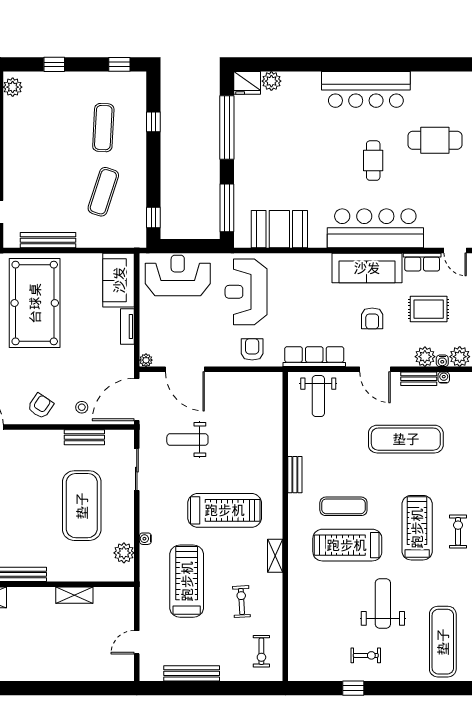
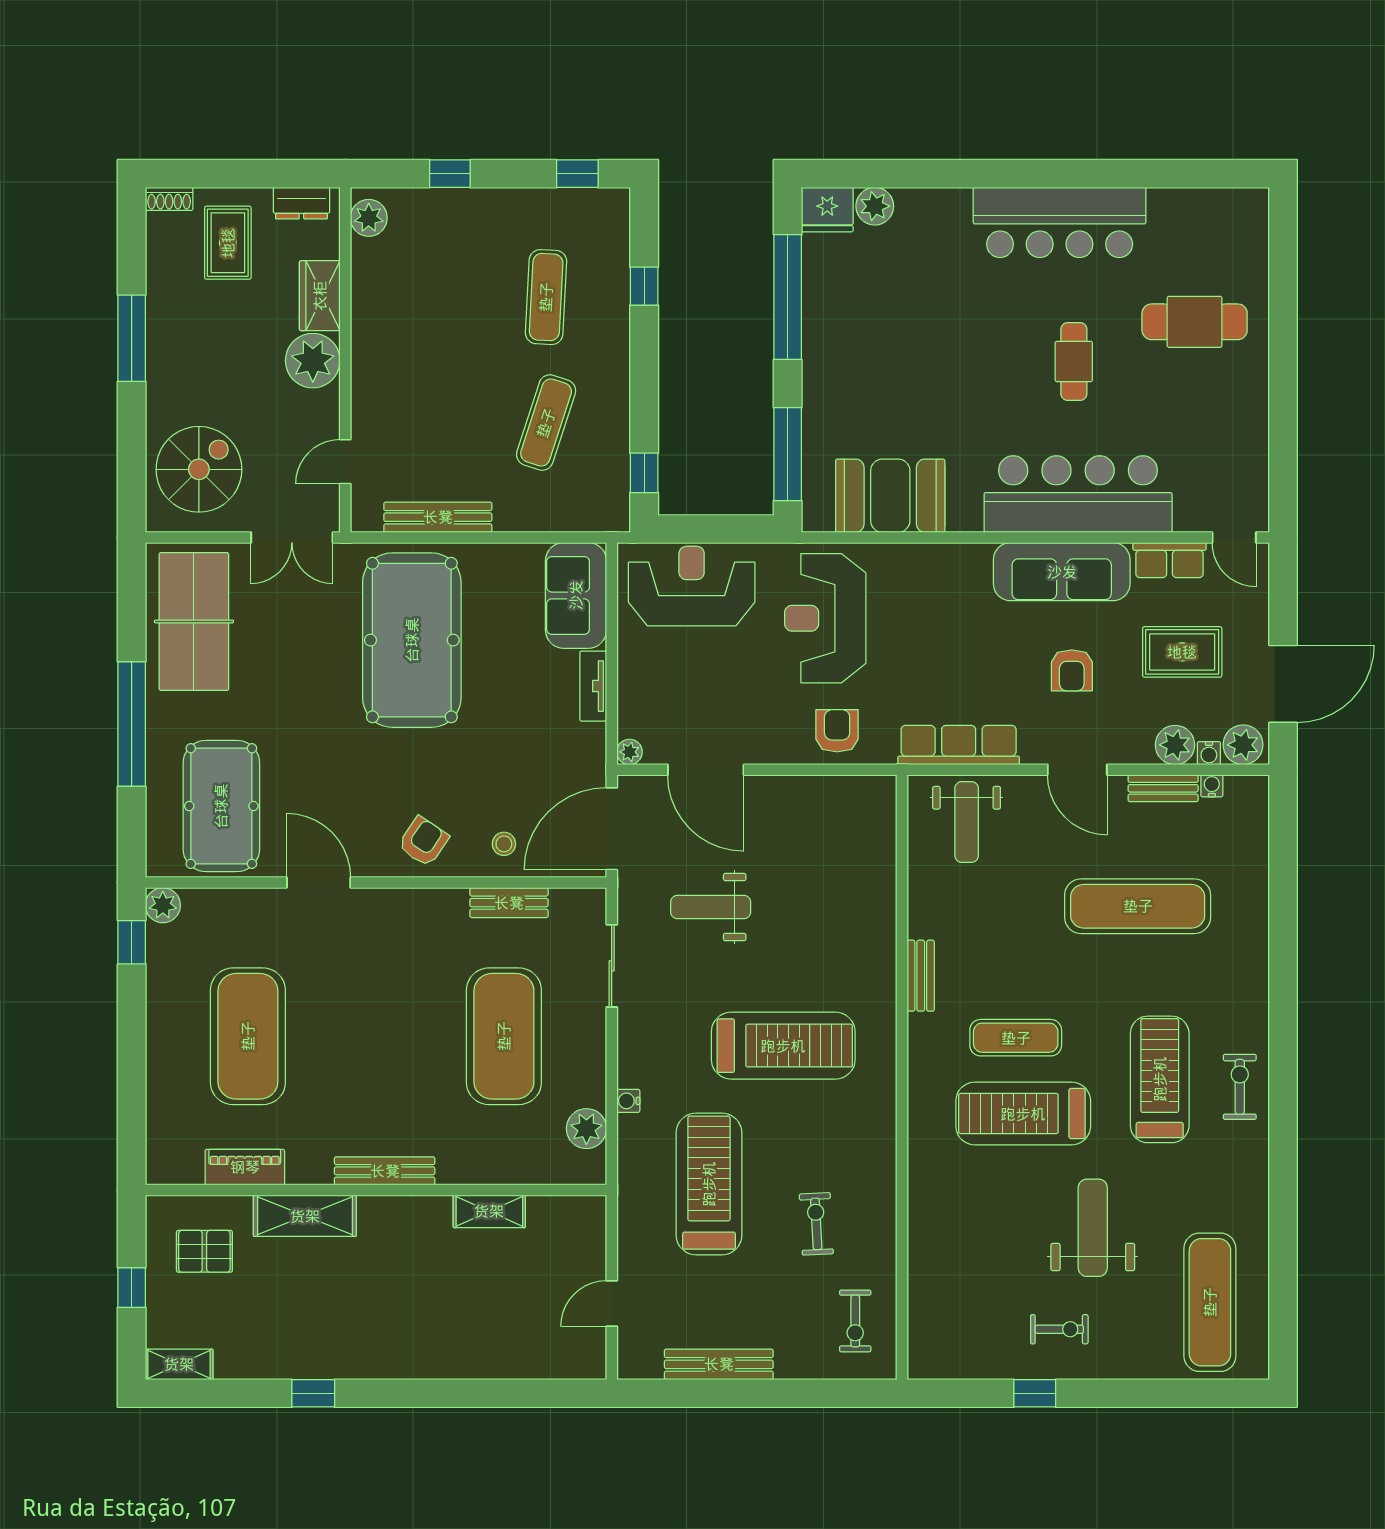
shelving: (275, 556) -> (882, 1134), removed

